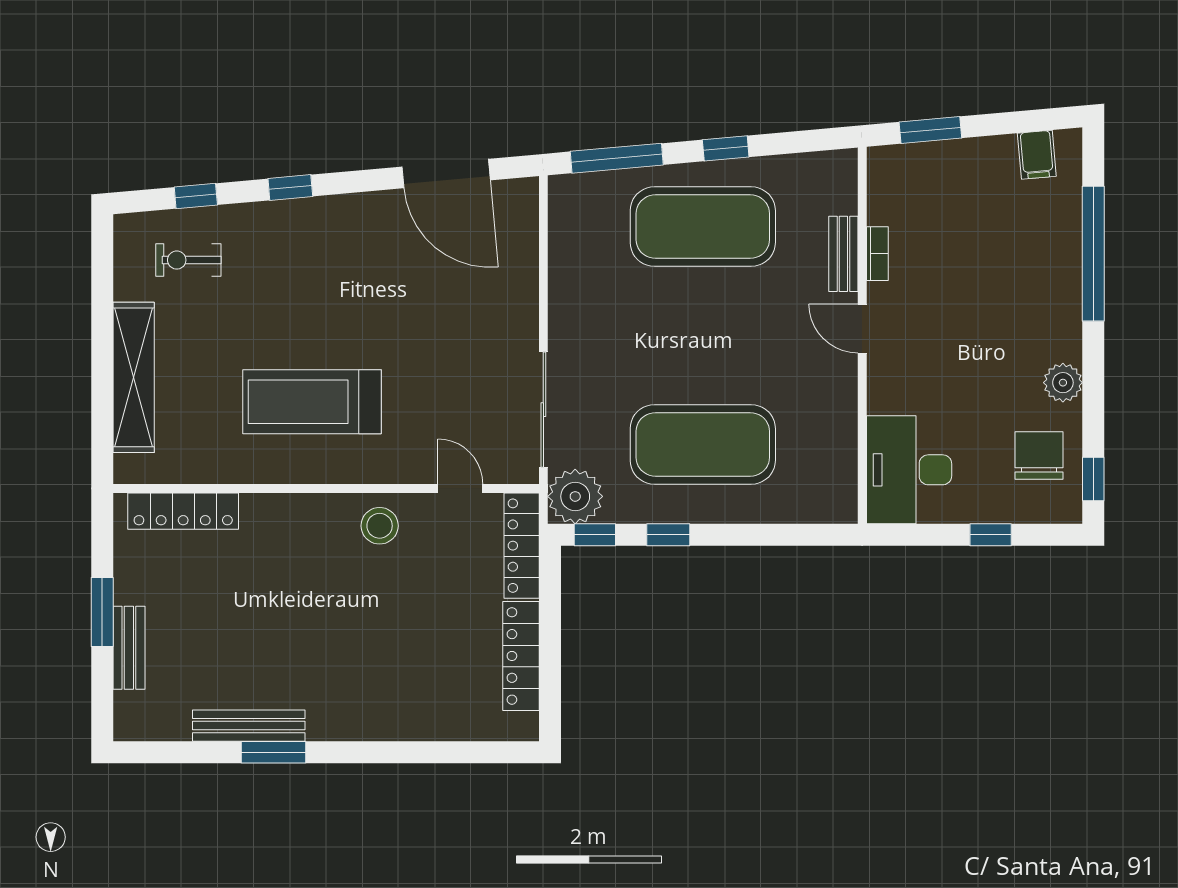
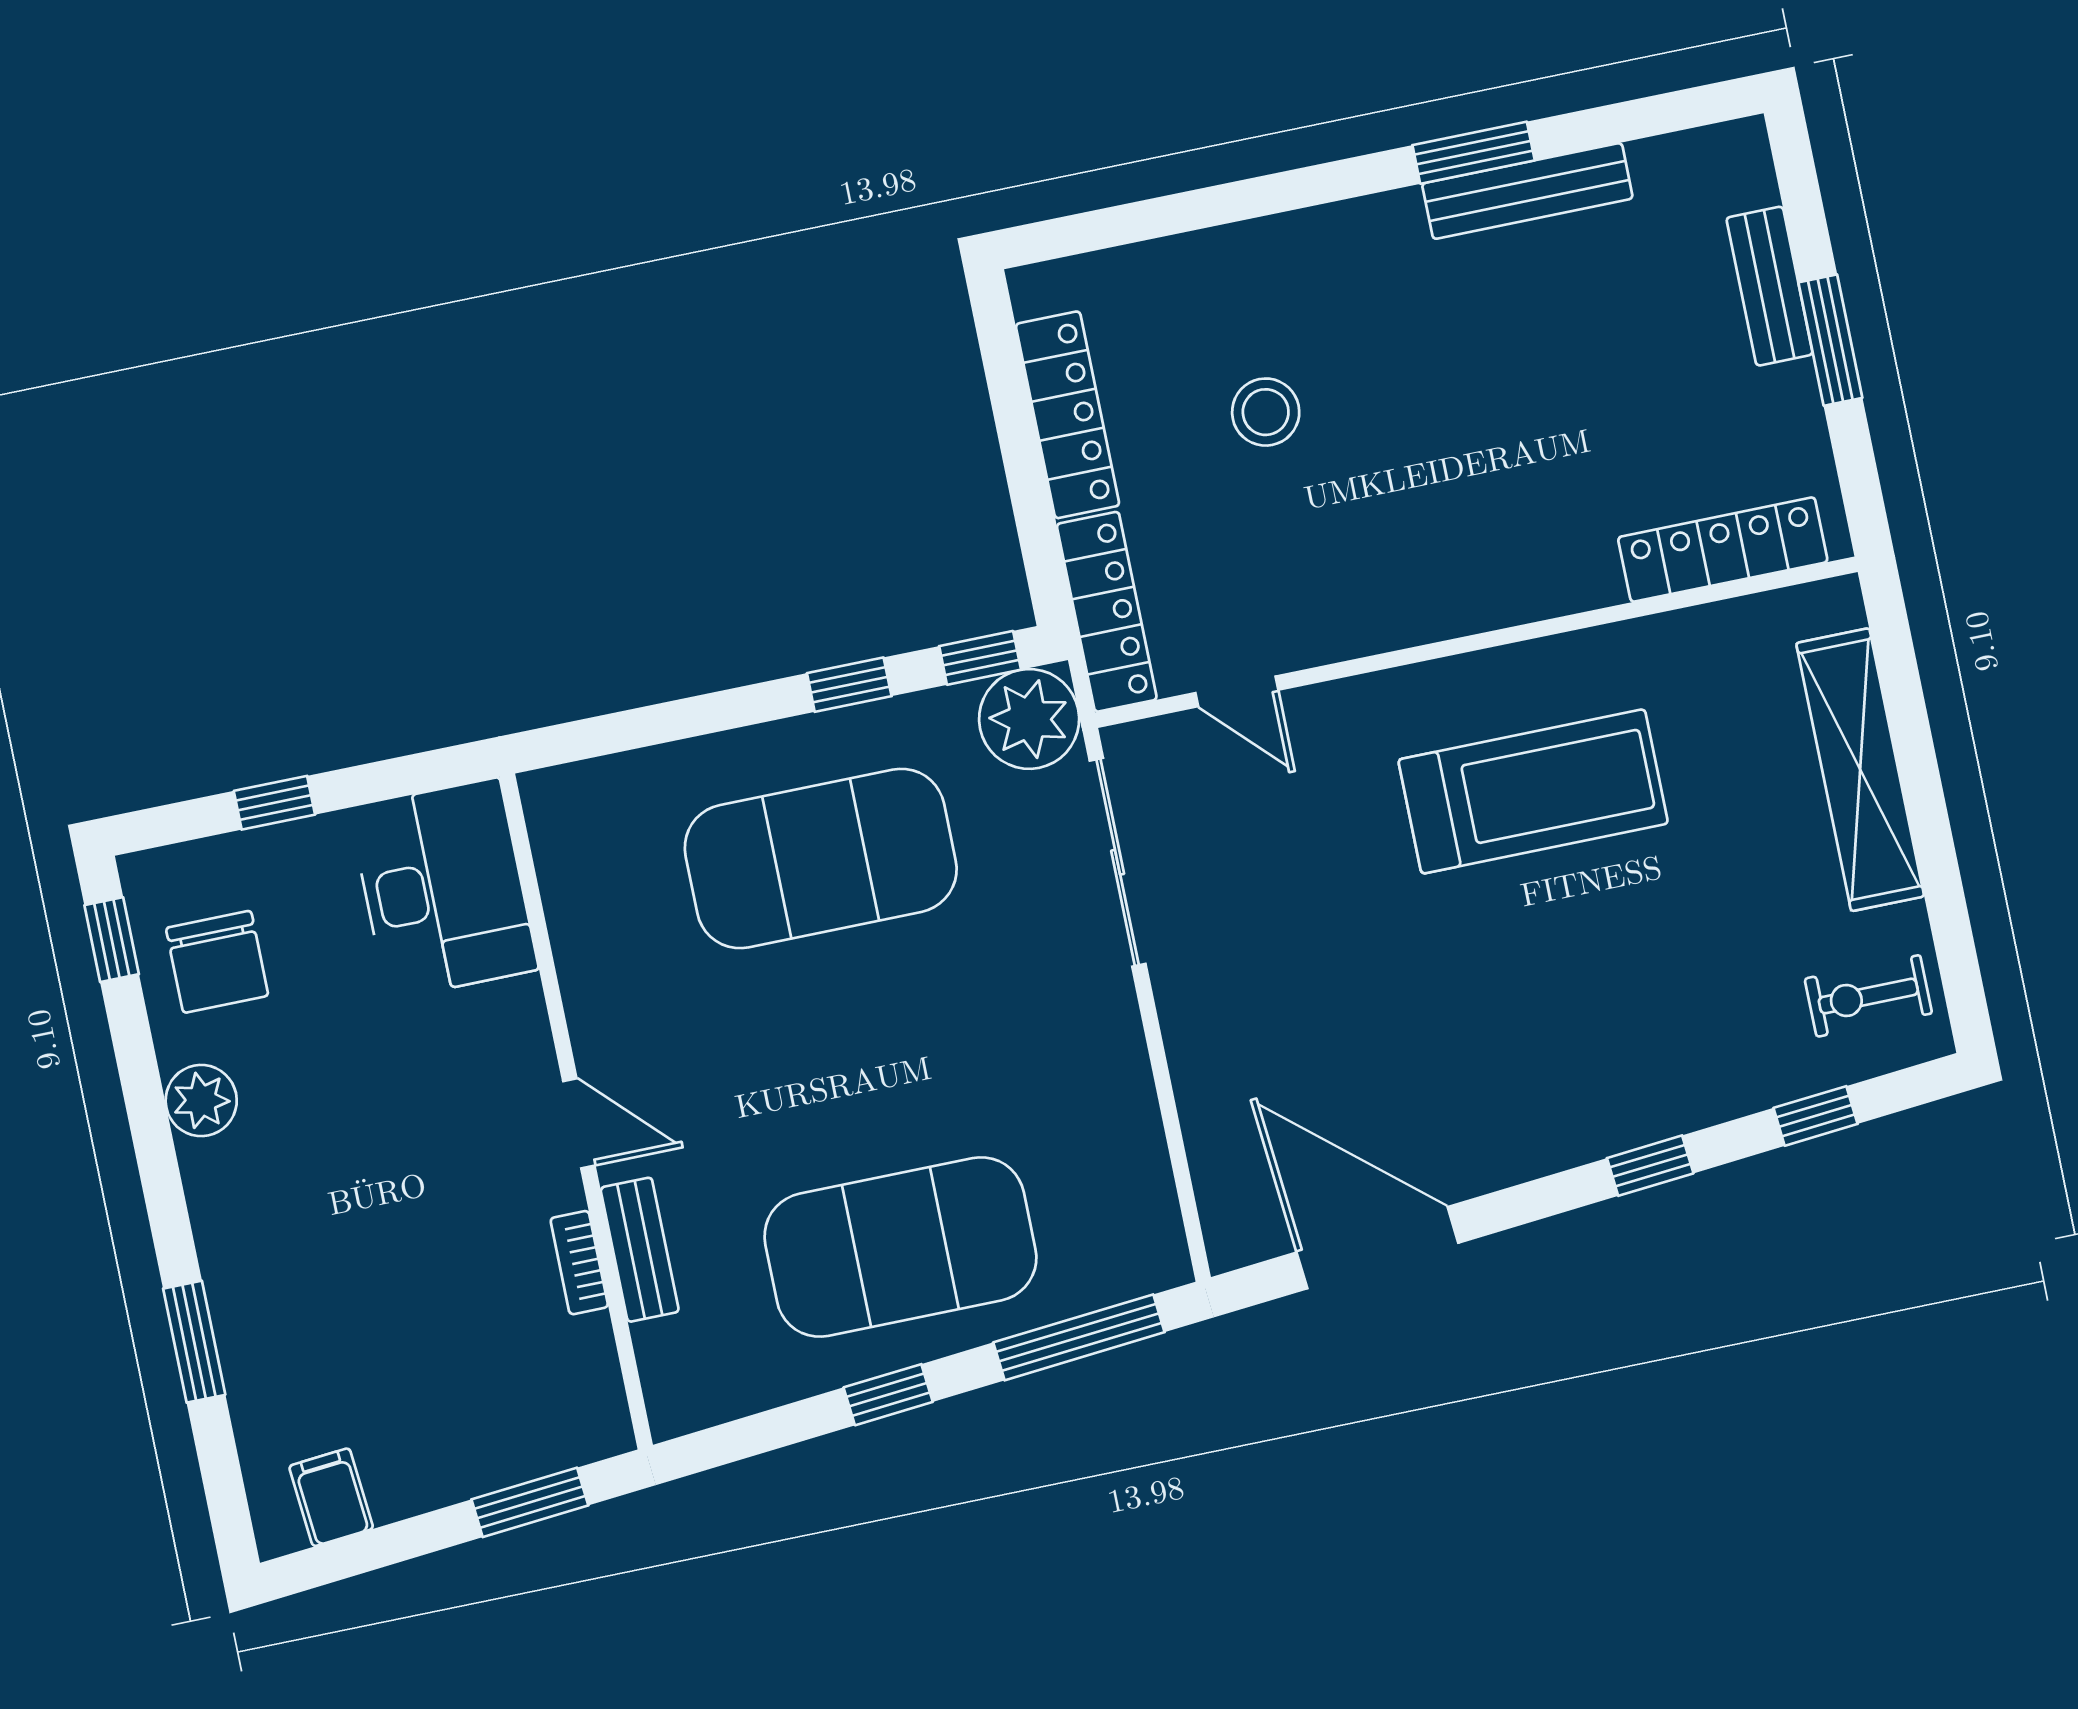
window: (1093, 254) -> (194, 1342), width x0.47
exercise bike: (188, 260) -> (1868, 996), moved, turned 180
stool: (380, 526) -> (1266, 412), moved

